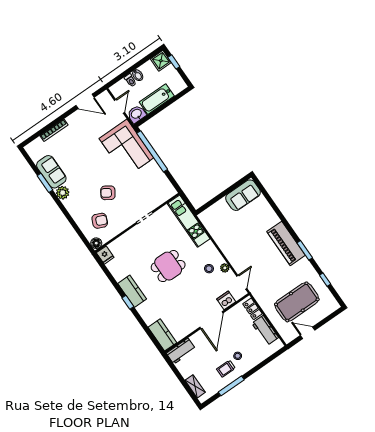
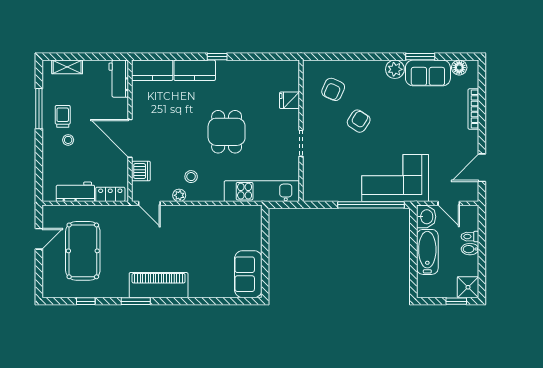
floor lamp: (96, 243) -> (459, 68), moved
fridge: (105, 255) -> (289, 100), moved
kitchen counter: (132, 291) -> (195, 70), moved

